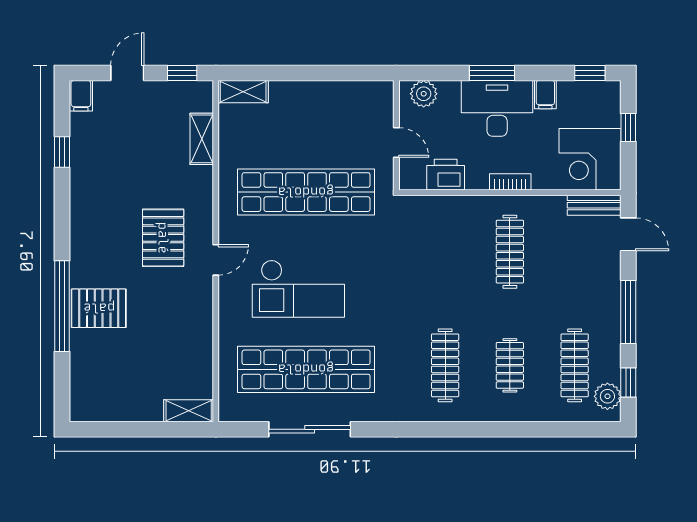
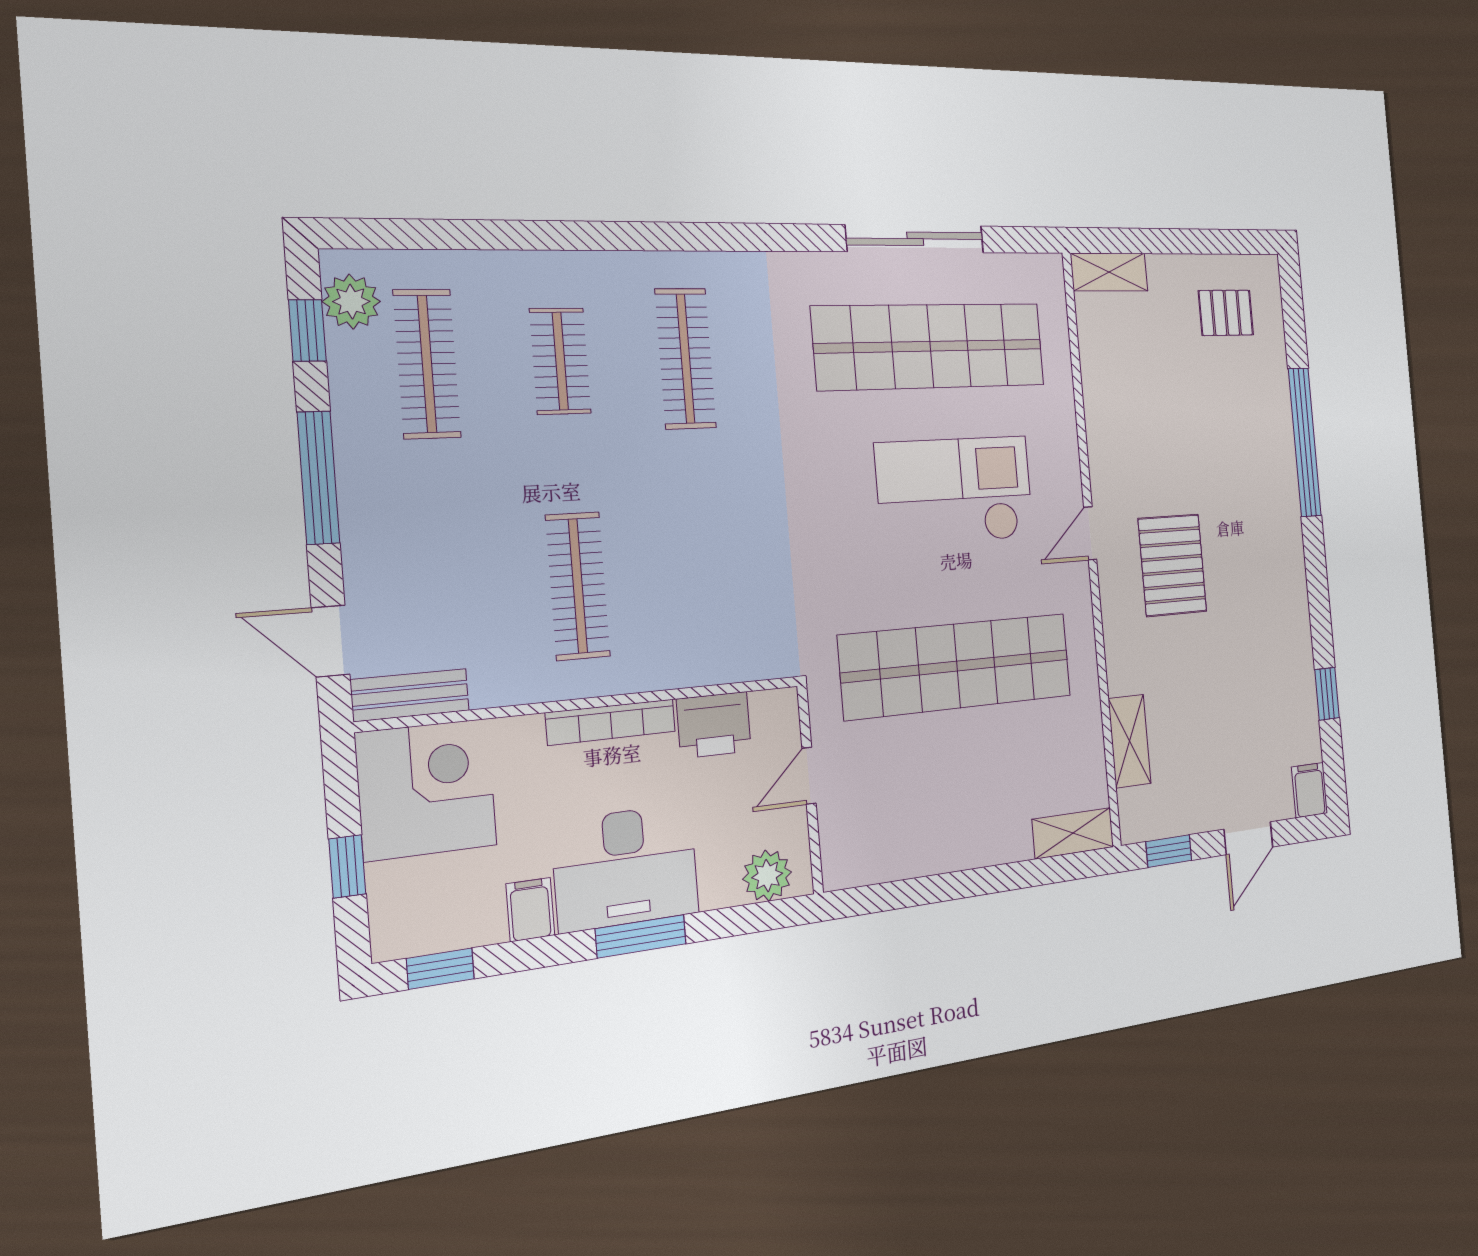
door: (396, 142) -> (809, 776), hinge flipped
bookcase: (510, 182) -> (611, 722), width x1.56
pallet: (99, 308) -> (1226, 313), moved, width x0.67, depth x0.71

